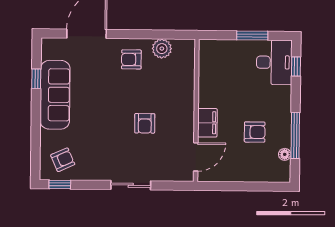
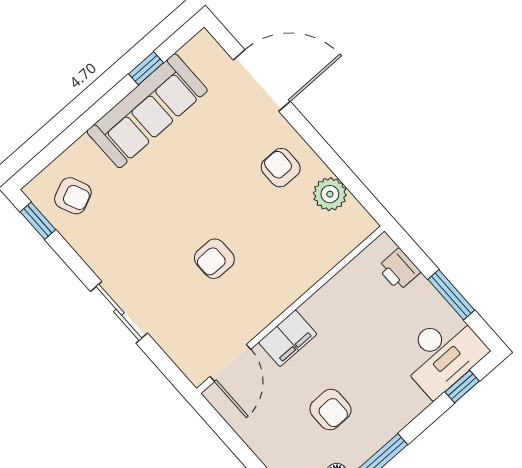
printer: (221, 48) -> (399, 270), added
door: (196, 157) -> (230, 363), hinge flipped

